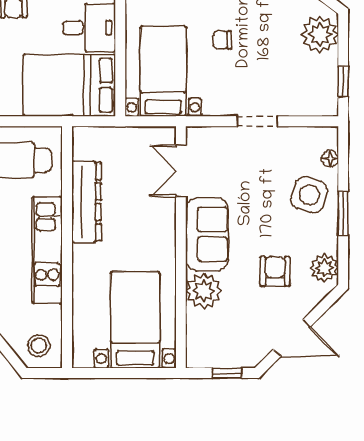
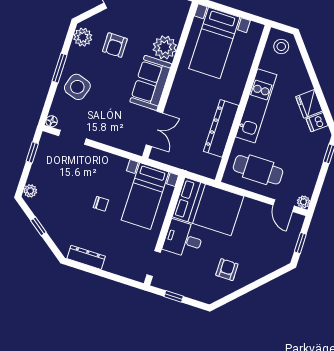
plant: (320, 35) -> (30, 191), width x0.53, depth x0.53
doorway: (257, 121) -> (72, 137), moved
floor lamp: (330, 159) -> (52, 121), moved

